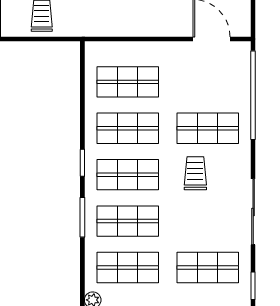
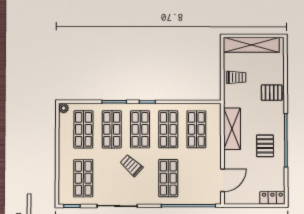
shelving: (127, 23) -> (232, 129), added
trolley: (195, 173) -> (131, 165), moved, turned -138

